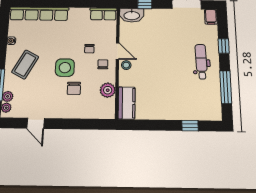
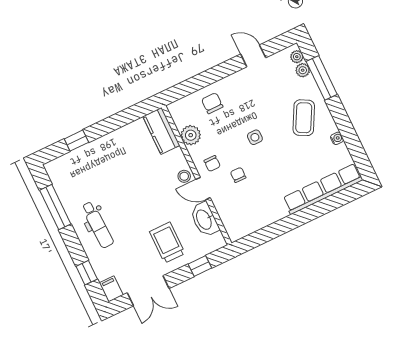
row of seats: (103, 14) -> (244, 227), removed
washbasin: (132, 15) -> (204, 219), moved, turned -90
trolley: (159, 28) -> (167, 243), added
window: (224, 46) -> (87, 273), moved
side table: (65, 68) -> (255, 137), width x0.54, depth x0.54
chair: (74, 88) -> (212, 103), moved

